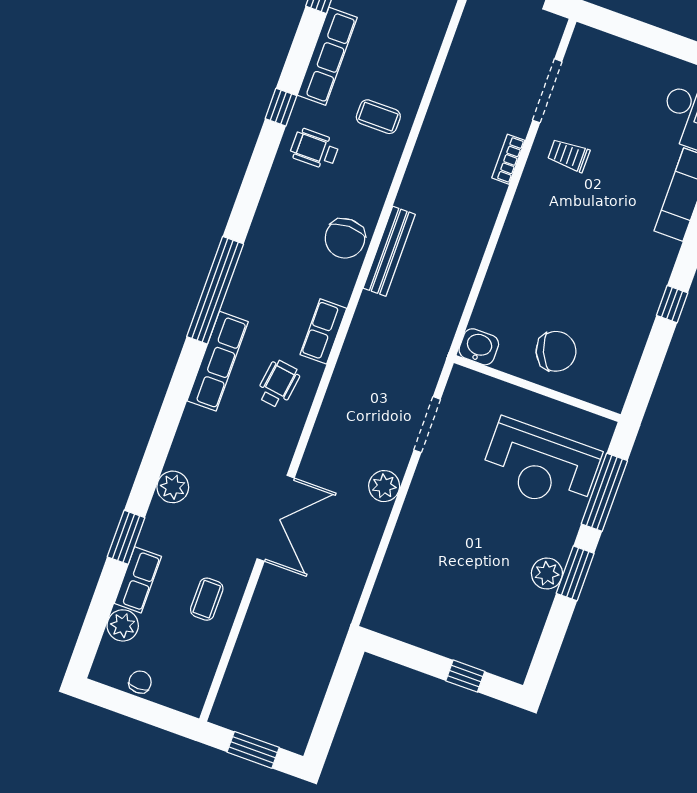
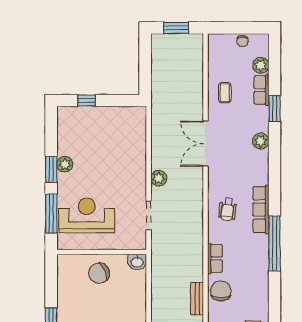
bench: (389, 251) -> (197, 299), width x0.73
row of seats: (323, 331) -> (215, 258), moved

